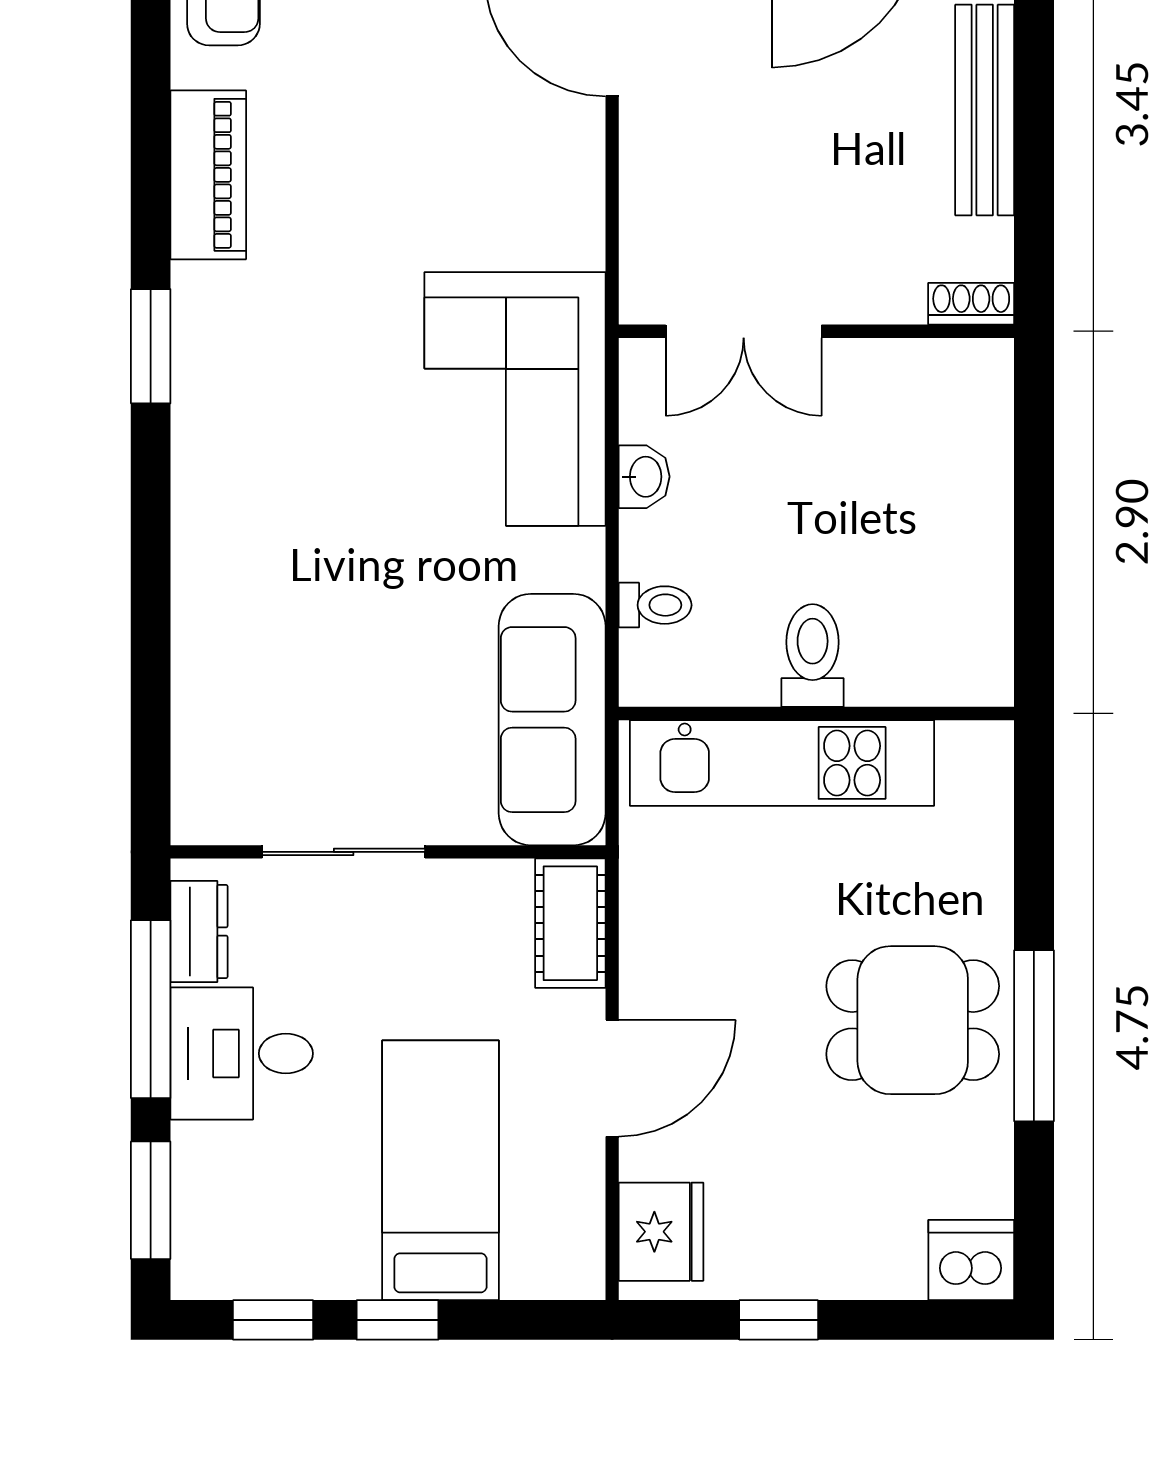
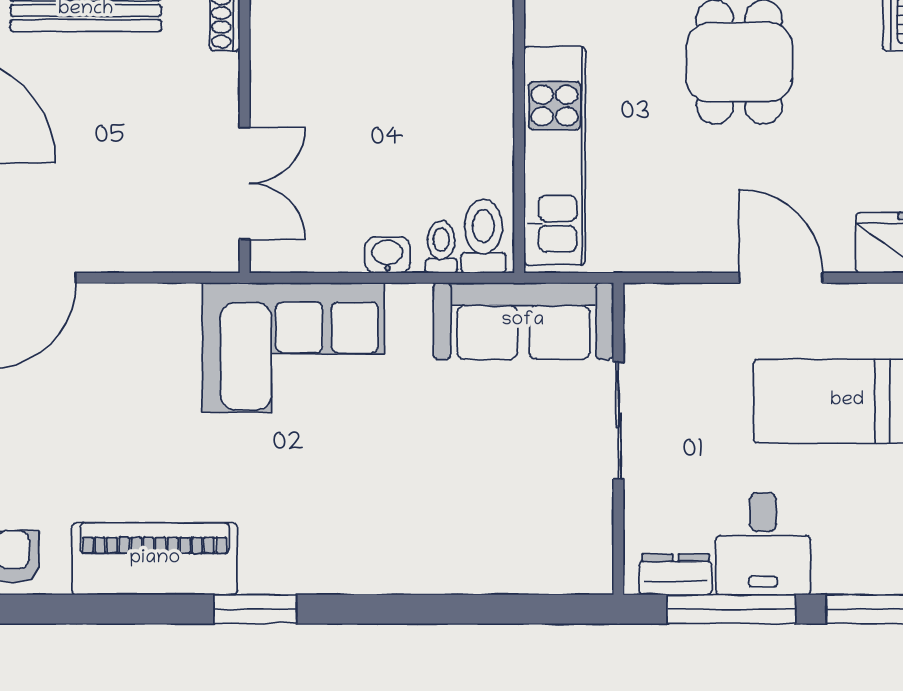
piano: (208, 175) -> (155, 559), width x1.37, depth x1.33
washbasin: (644, 477) -> (387, 255), moved
toilet: (813, 656) -> (483, 236), moved, turned 90
sliding door: (344, 852) -> (618, 421), moved
cot: (570, 923) -> (670, 308), removed

